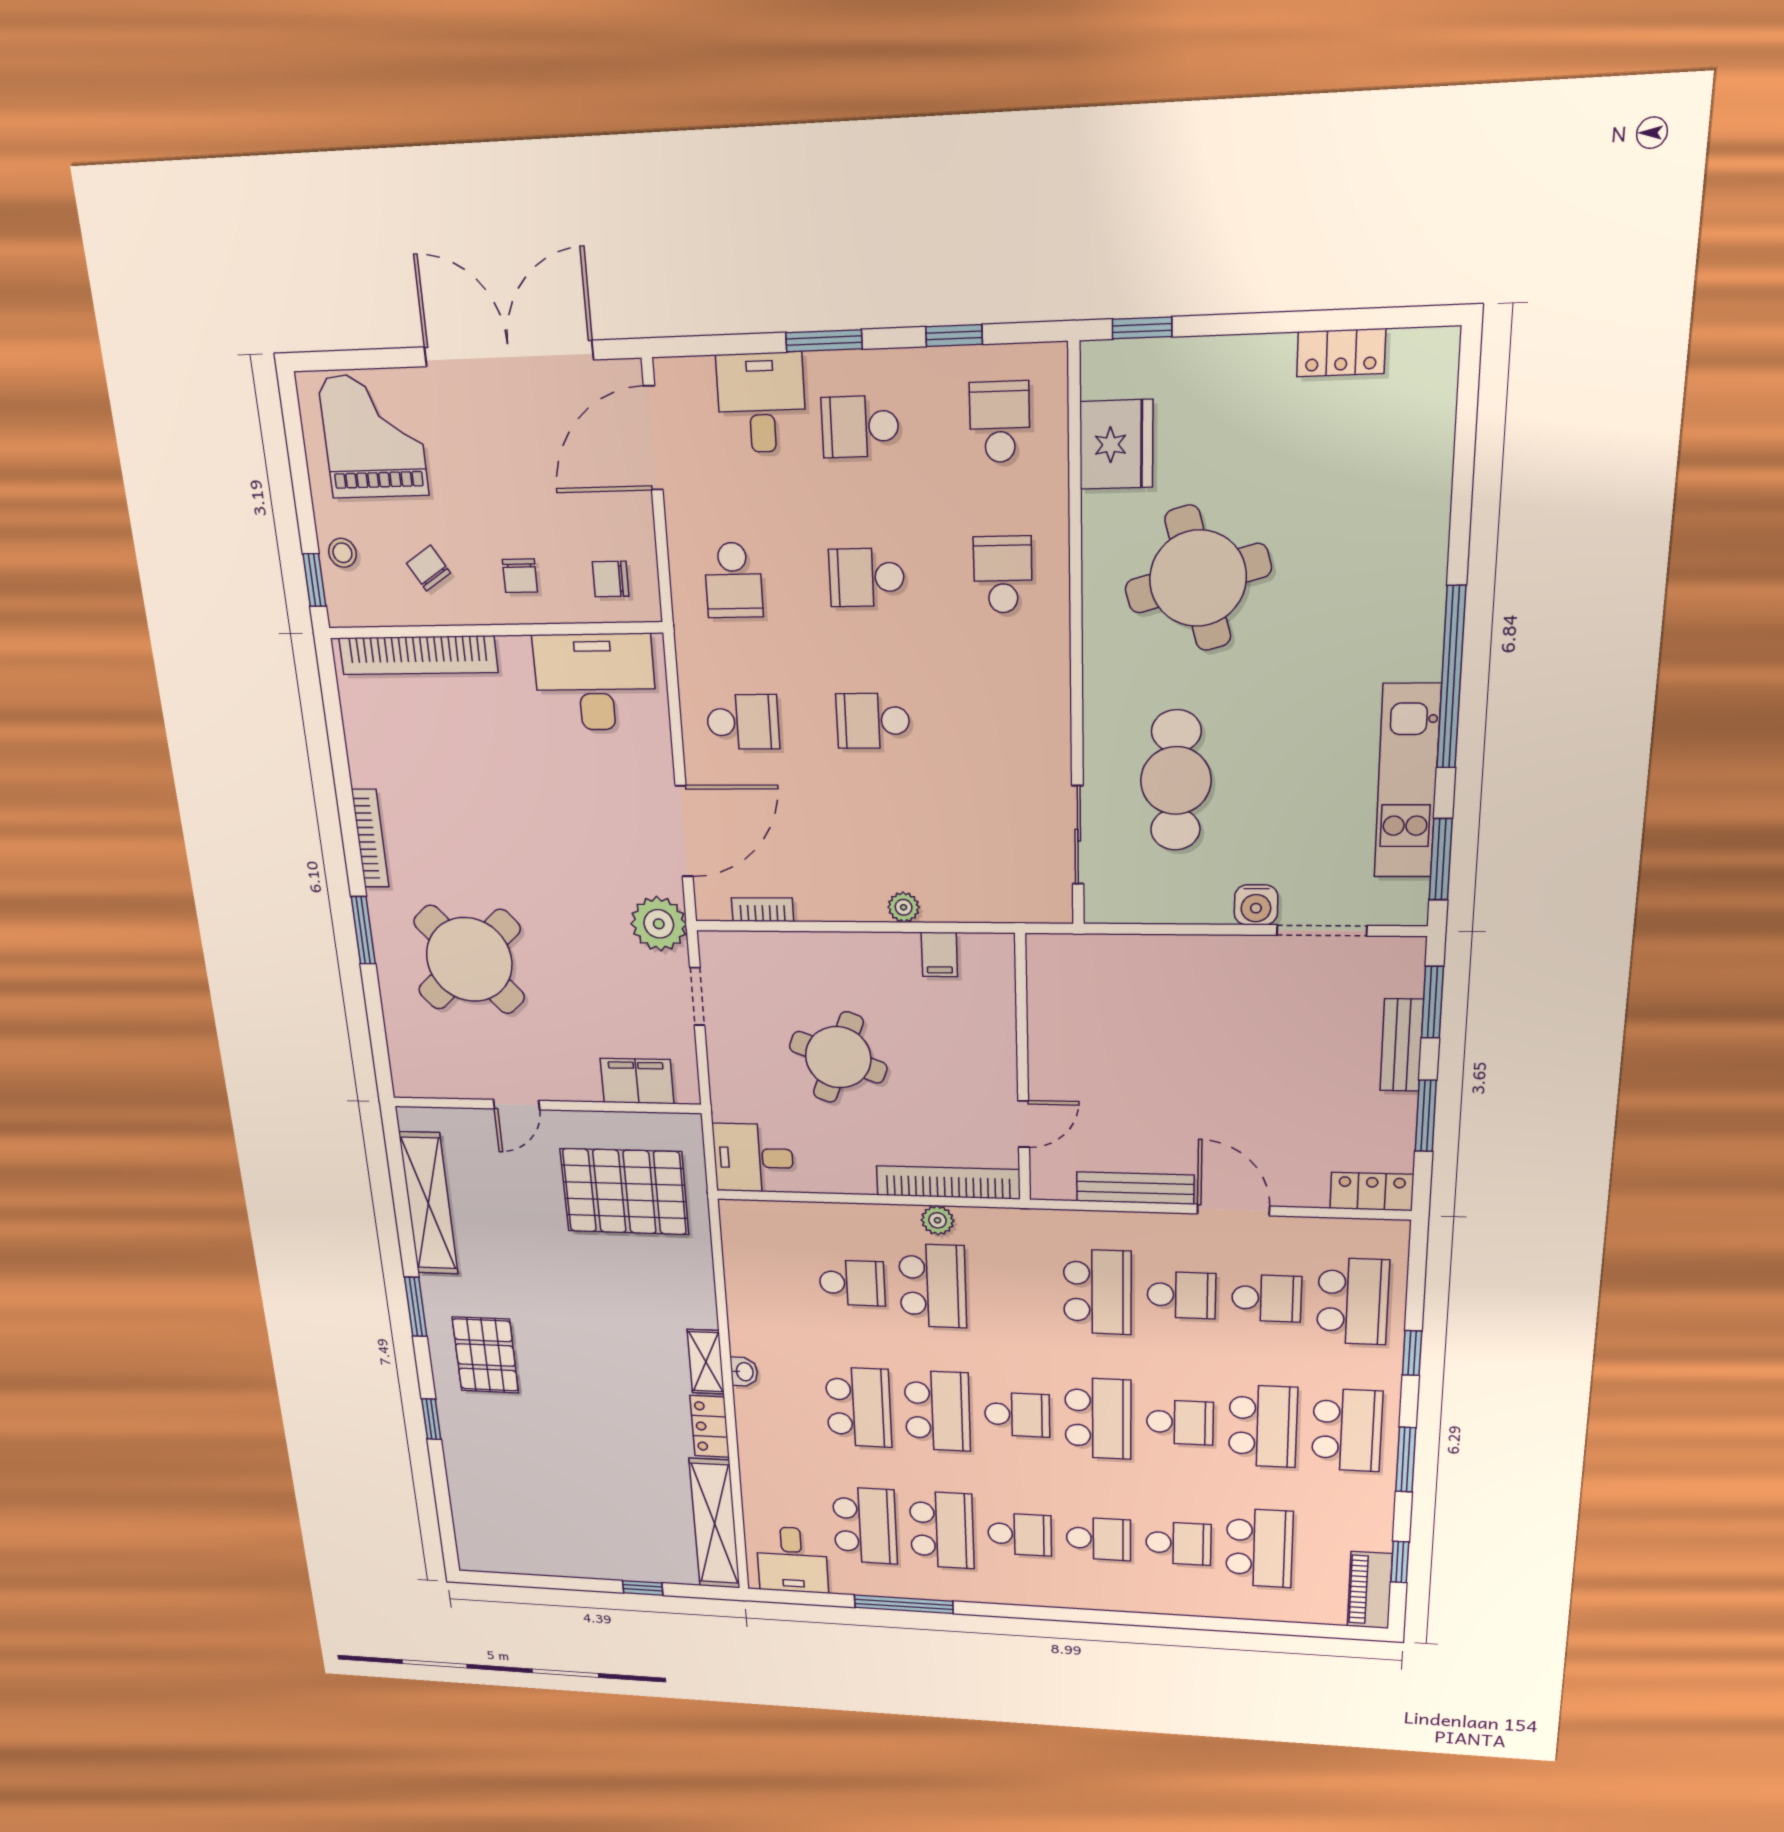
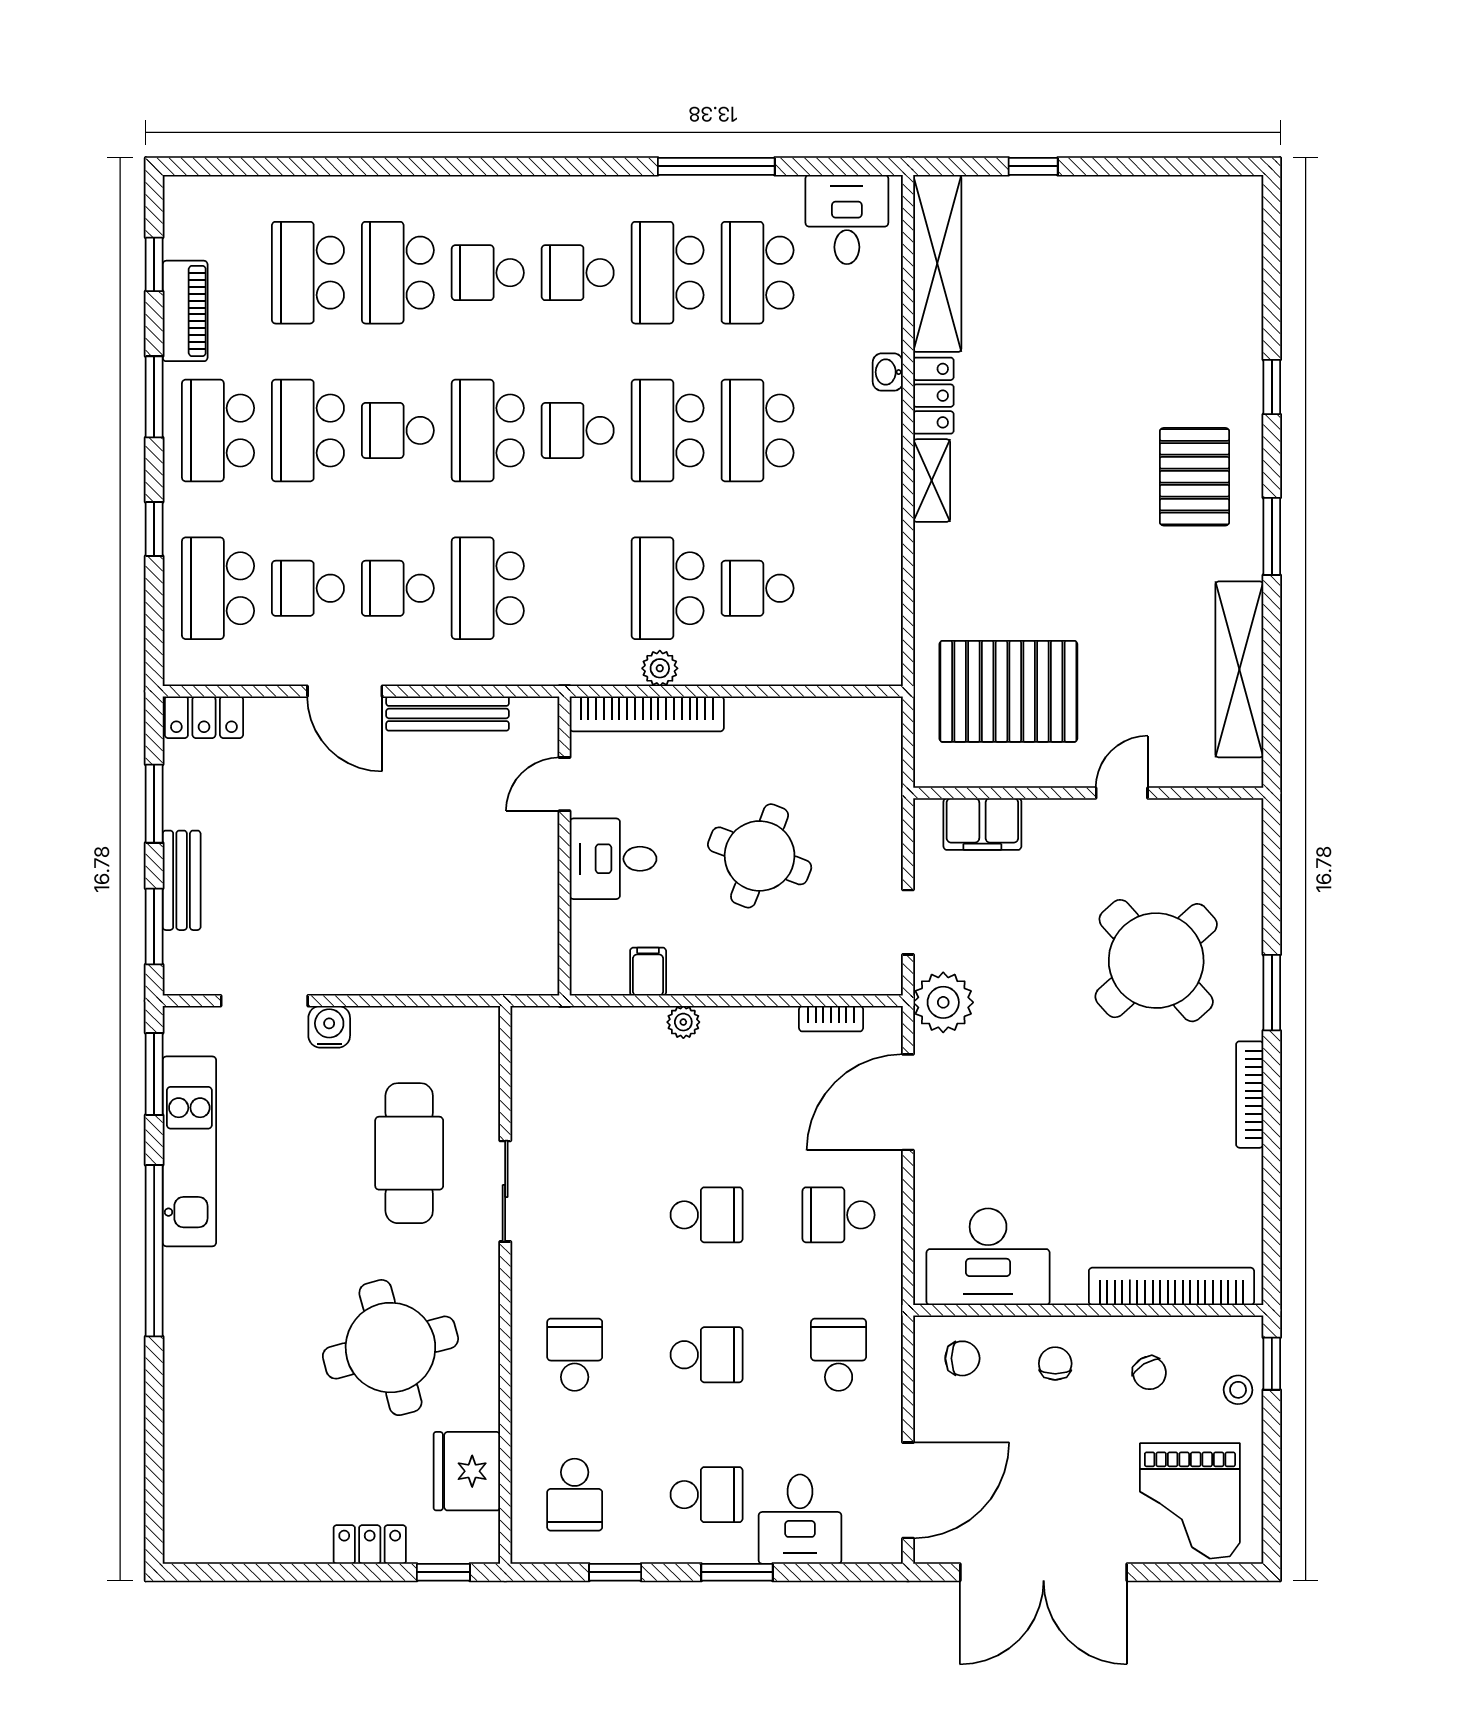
locker: (1341, 353) -> (370, 1544), moved
school desk: (1003, 575) -> (575, 1355), turned 180
sliding door: (1078, 835) -> (505, 1191), moved
desk: (753, 1158) -> (613, 859), moved, turned 180
washbasin: (744, 1372) -> (888, 372), moved
school desk: (1178, 1543) -> (398, 273), width x1.85
piano: (1370, 1590) -> (185, 311), moved

